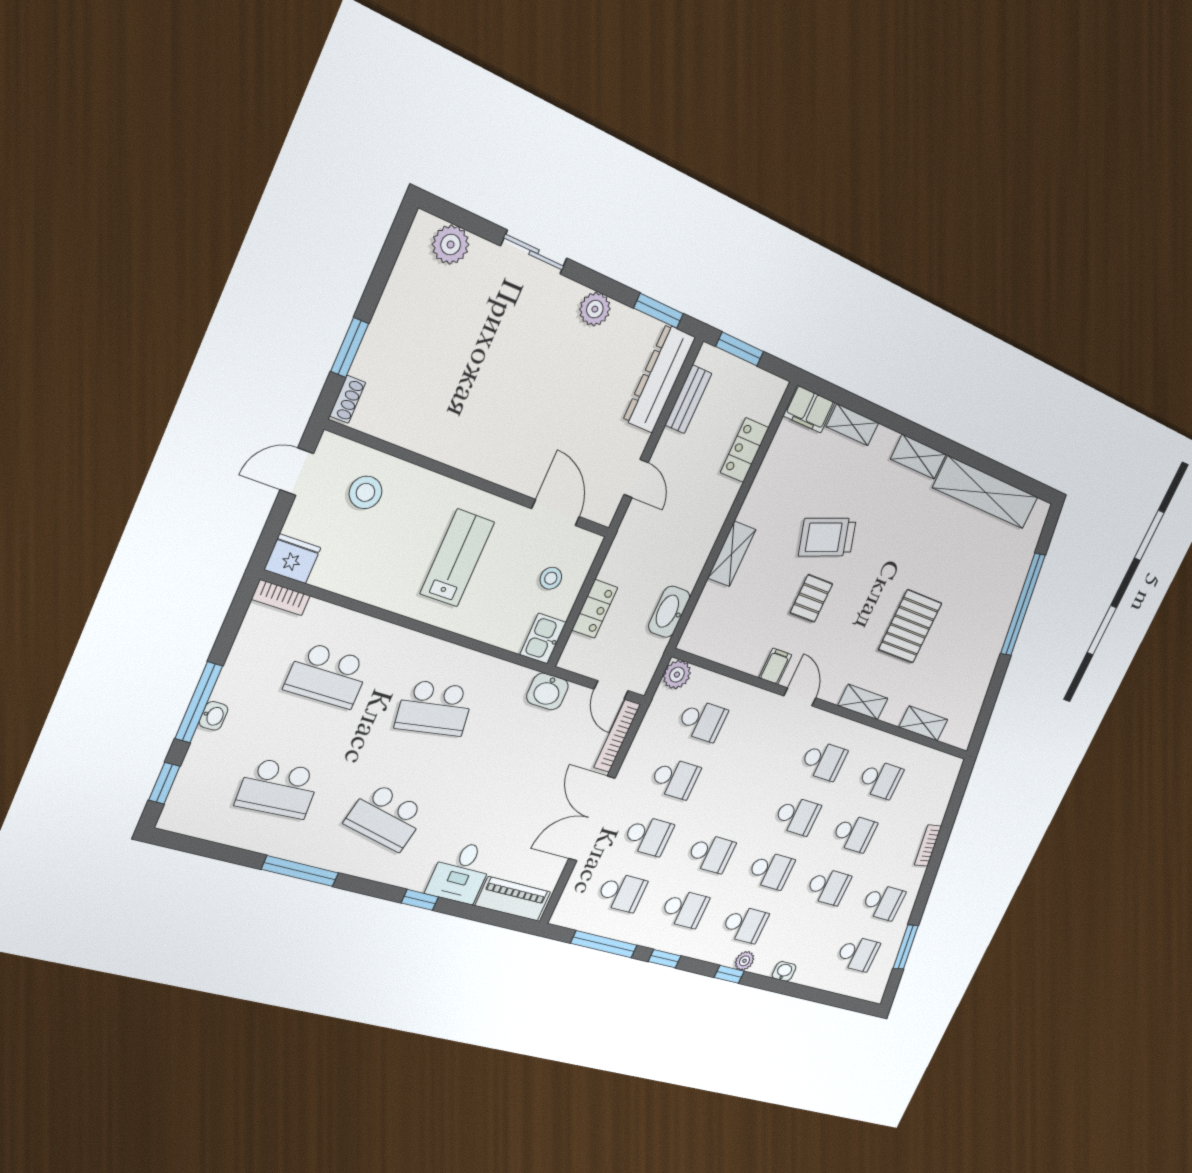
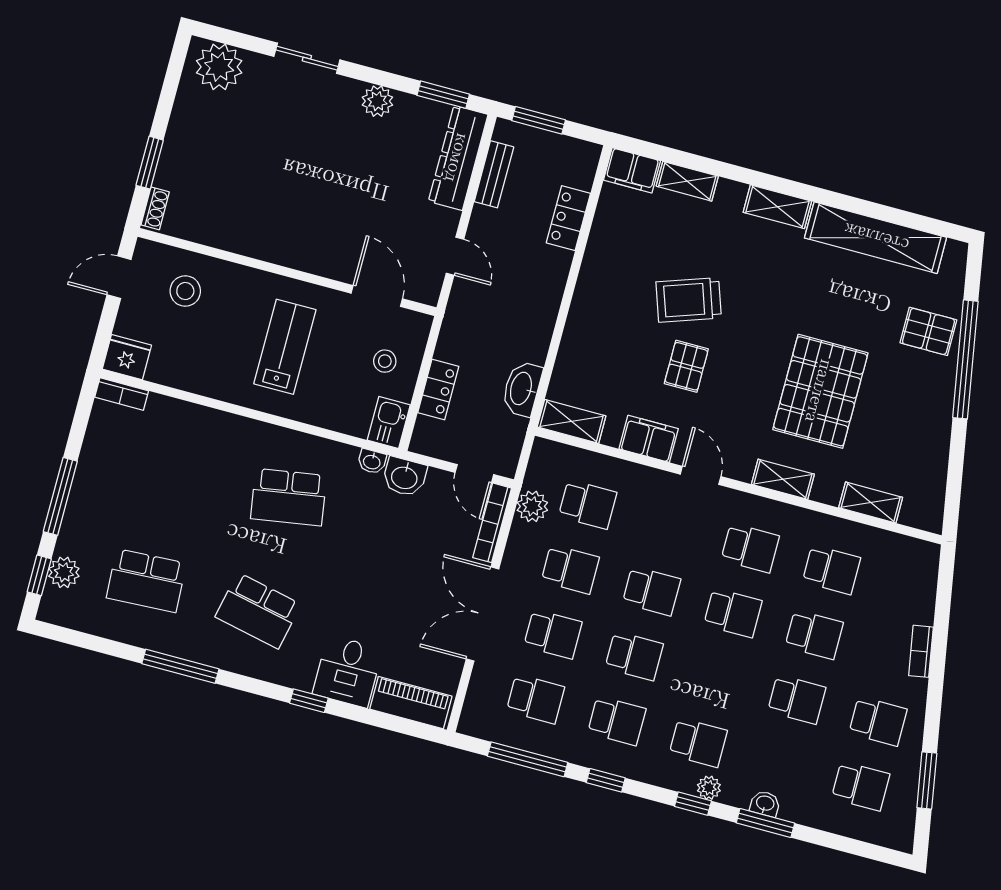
plant: (451, 245) -> (219, 67), width x1.36, depth x1.36
shelving: (732, 554) -> (572, 421), moved, turned 90
pallet: (1003, 579) -> (928, 331), added
pallet: (910, 626) -> (820, 391), width x1.37, depth x1.41
filing cabinet: (775, 666) -> (649, 439), width x2.00
school desk: (327, 675) -> (177, 467), removed
plant: (677, 675) -> (532, 506), moved
washbasin: (214, 716) -> (372, 462), moved, turned 90
plant: (192, 780) -> (64, 572), added
school desk: (771, 870) -> (652, 591), moved
window: (781, 987) -> (765, 823), added

